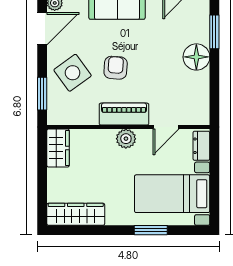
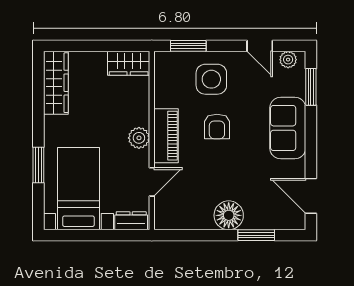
door: (42, 29) -> (260, 46), width x0.73
armchair: (116, 68) -> (217, 126), turned 86
side table: (73, 73) -> (211, 79), turned 36
door: (166, 127) -> (152, 182), swing flipped

